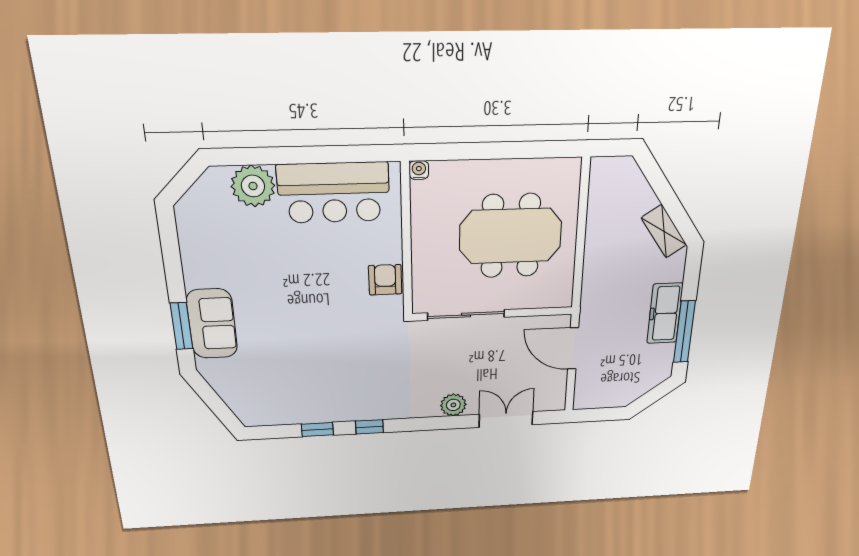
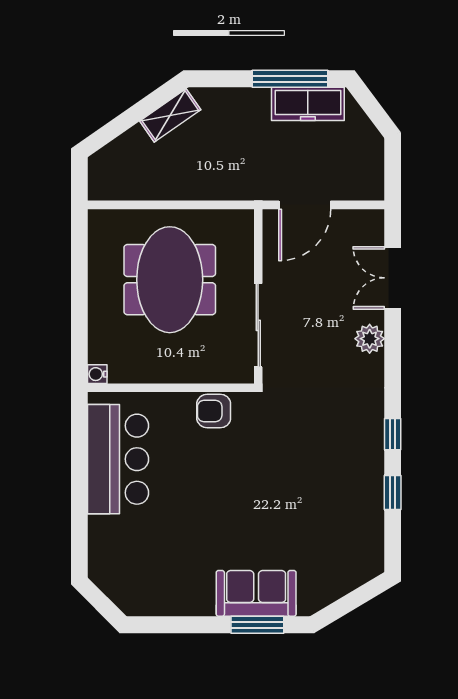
plant: (253, 186) -> (109, 537), removed
freezer: (665, 313) -> (308, 104), moved

